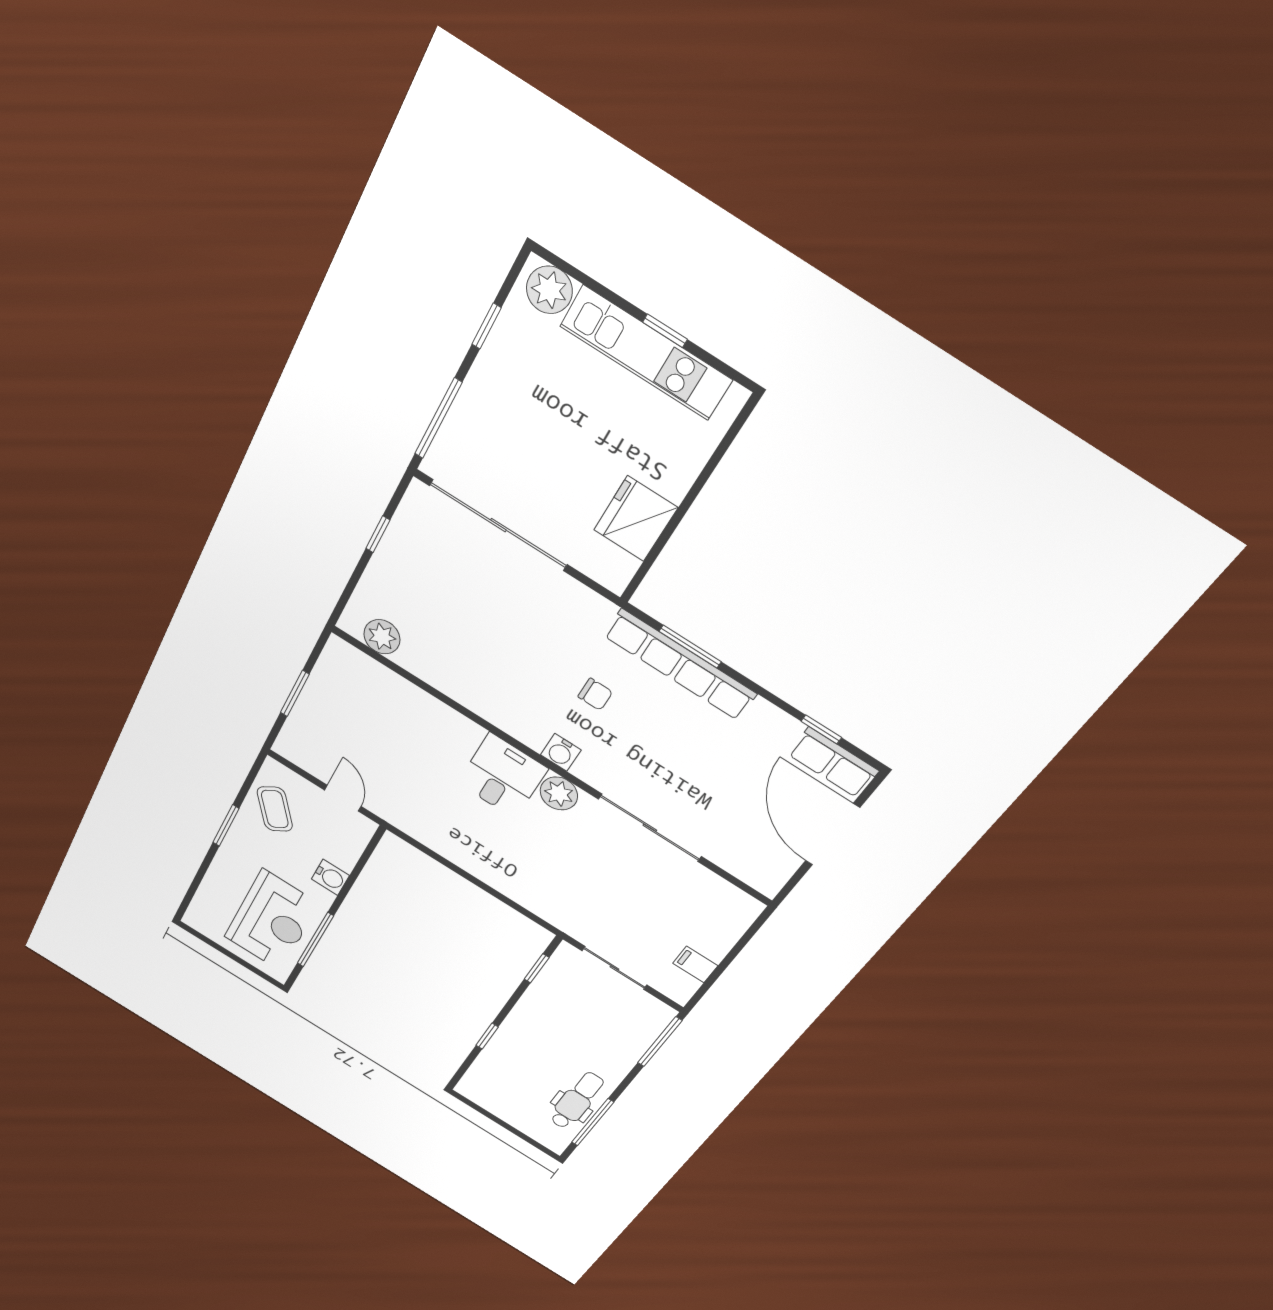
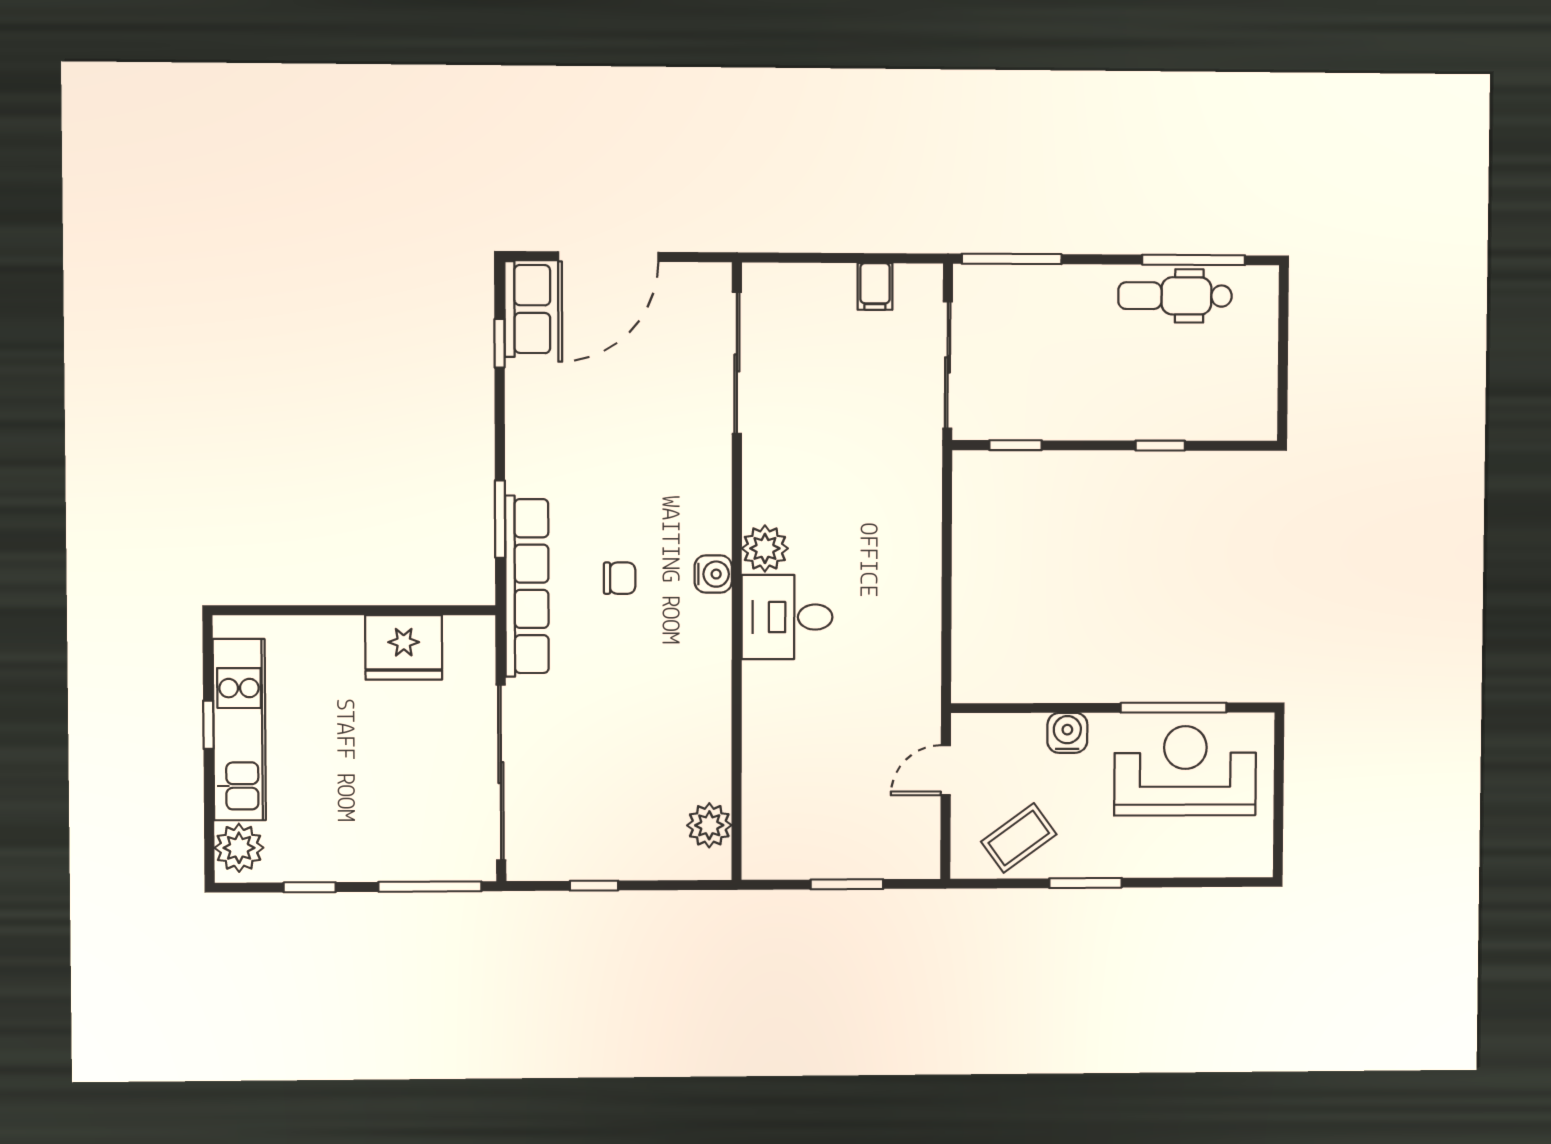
row of seats: (680, 665) -> (527, 586), moved
chair: (595, 694) -> (620, 578), turned 90
sliding door: (650, 828) -> (737, 363), moved
sliding door: (614, 968) -> (948, 365), width x1.37

